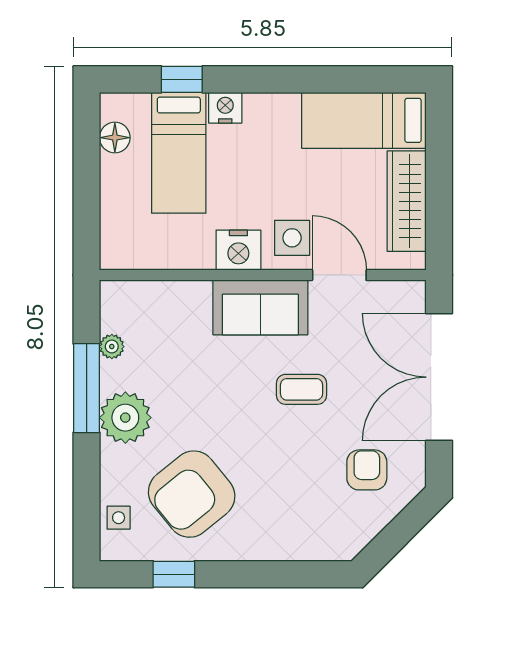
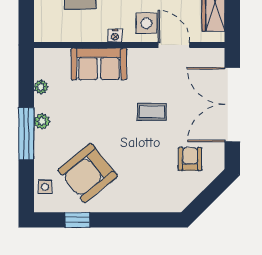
nightstand: (238, 250) -> (115, 36), width x0.53, depth x0.56
sofa: (260, 307) -> (99, 64), moved
window: (87, 388) -> (26, 134), moved
plant: (125, 418) -> (42, 121), width x0.53, depth x0.53

